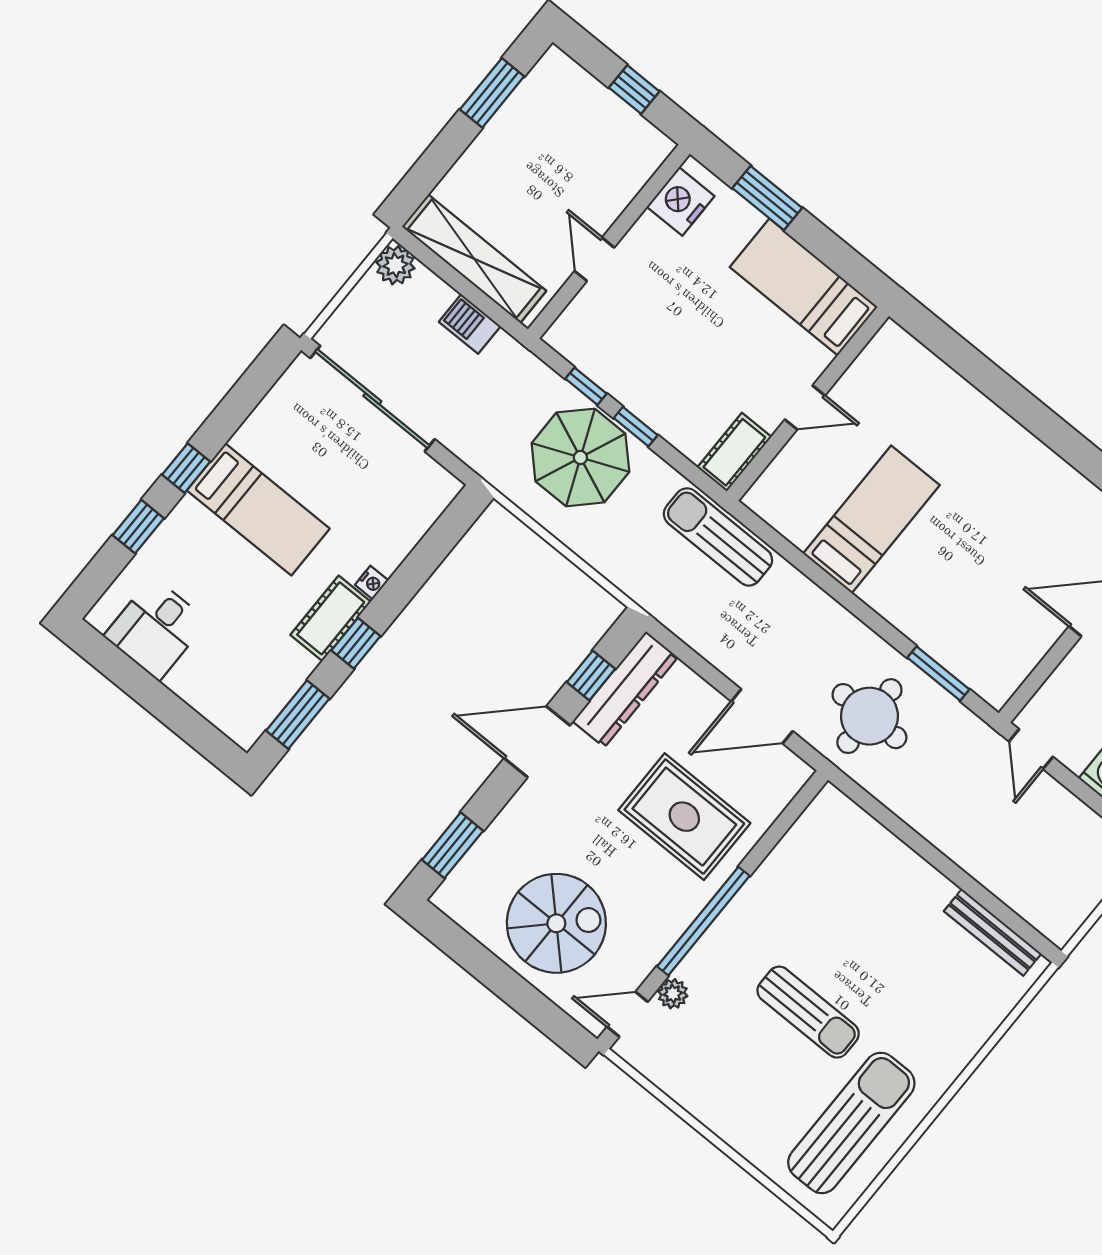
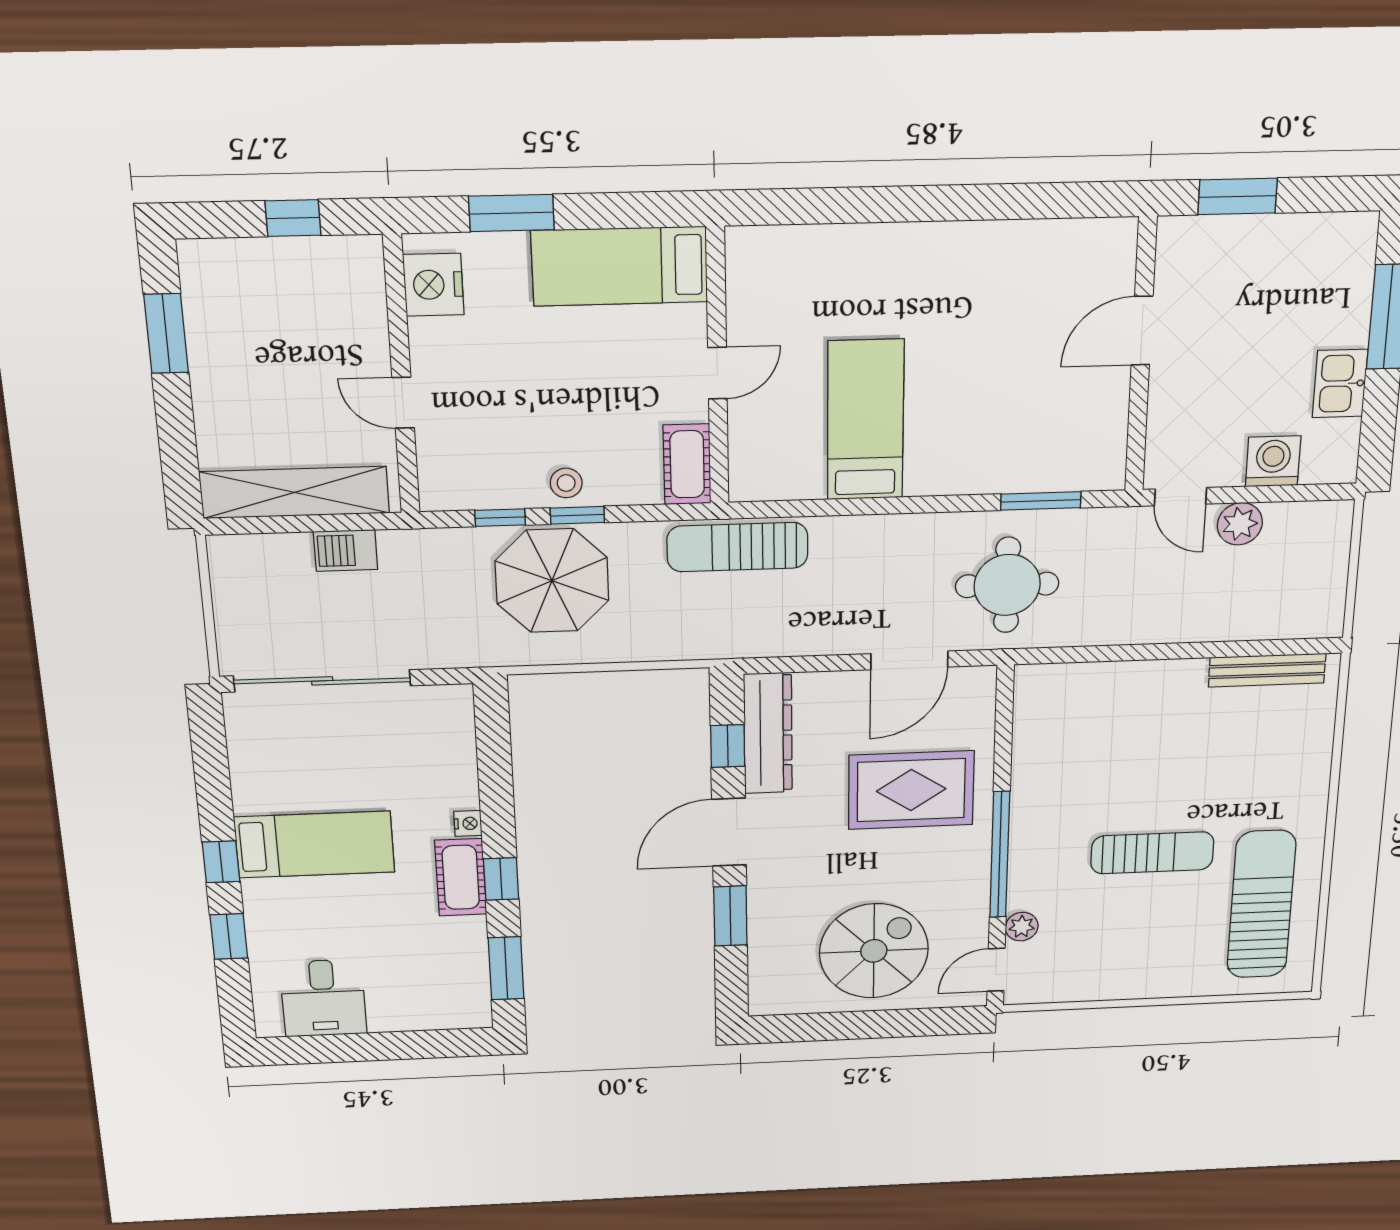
plant: (395, 265) -> (1240, 524), moved
stool: (648, 399) -> (566, 483), added
window: (453, 845) -> (730, 916), moved

